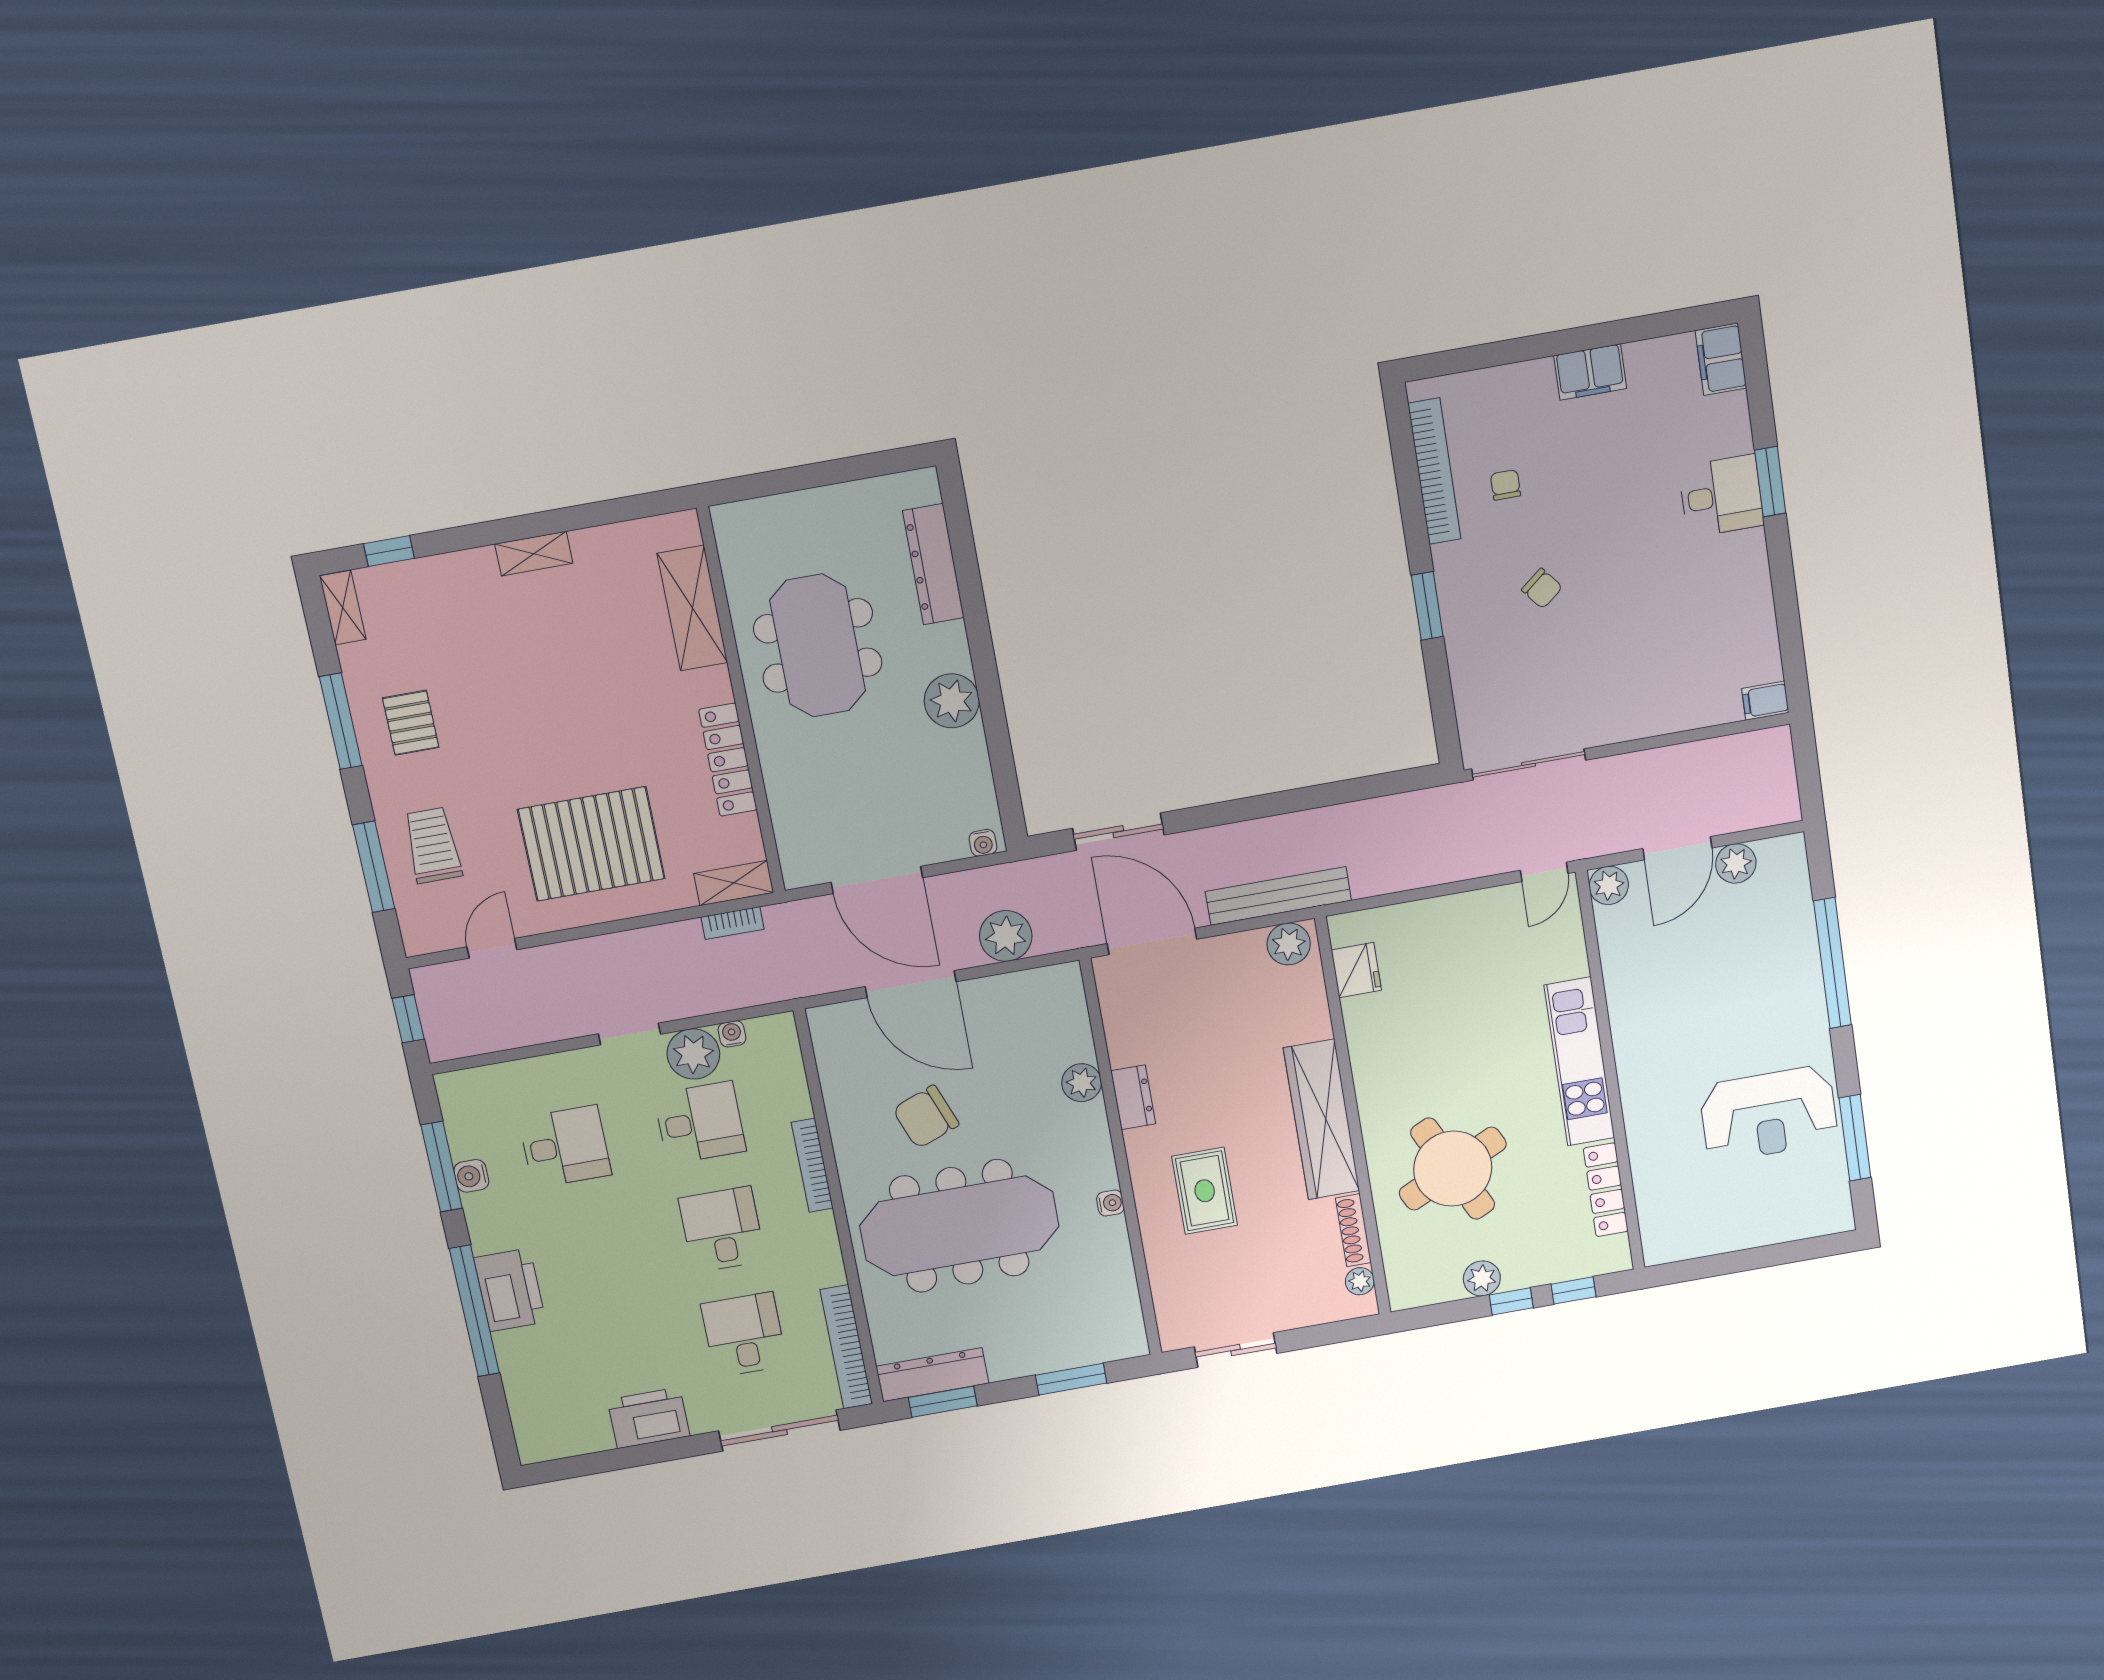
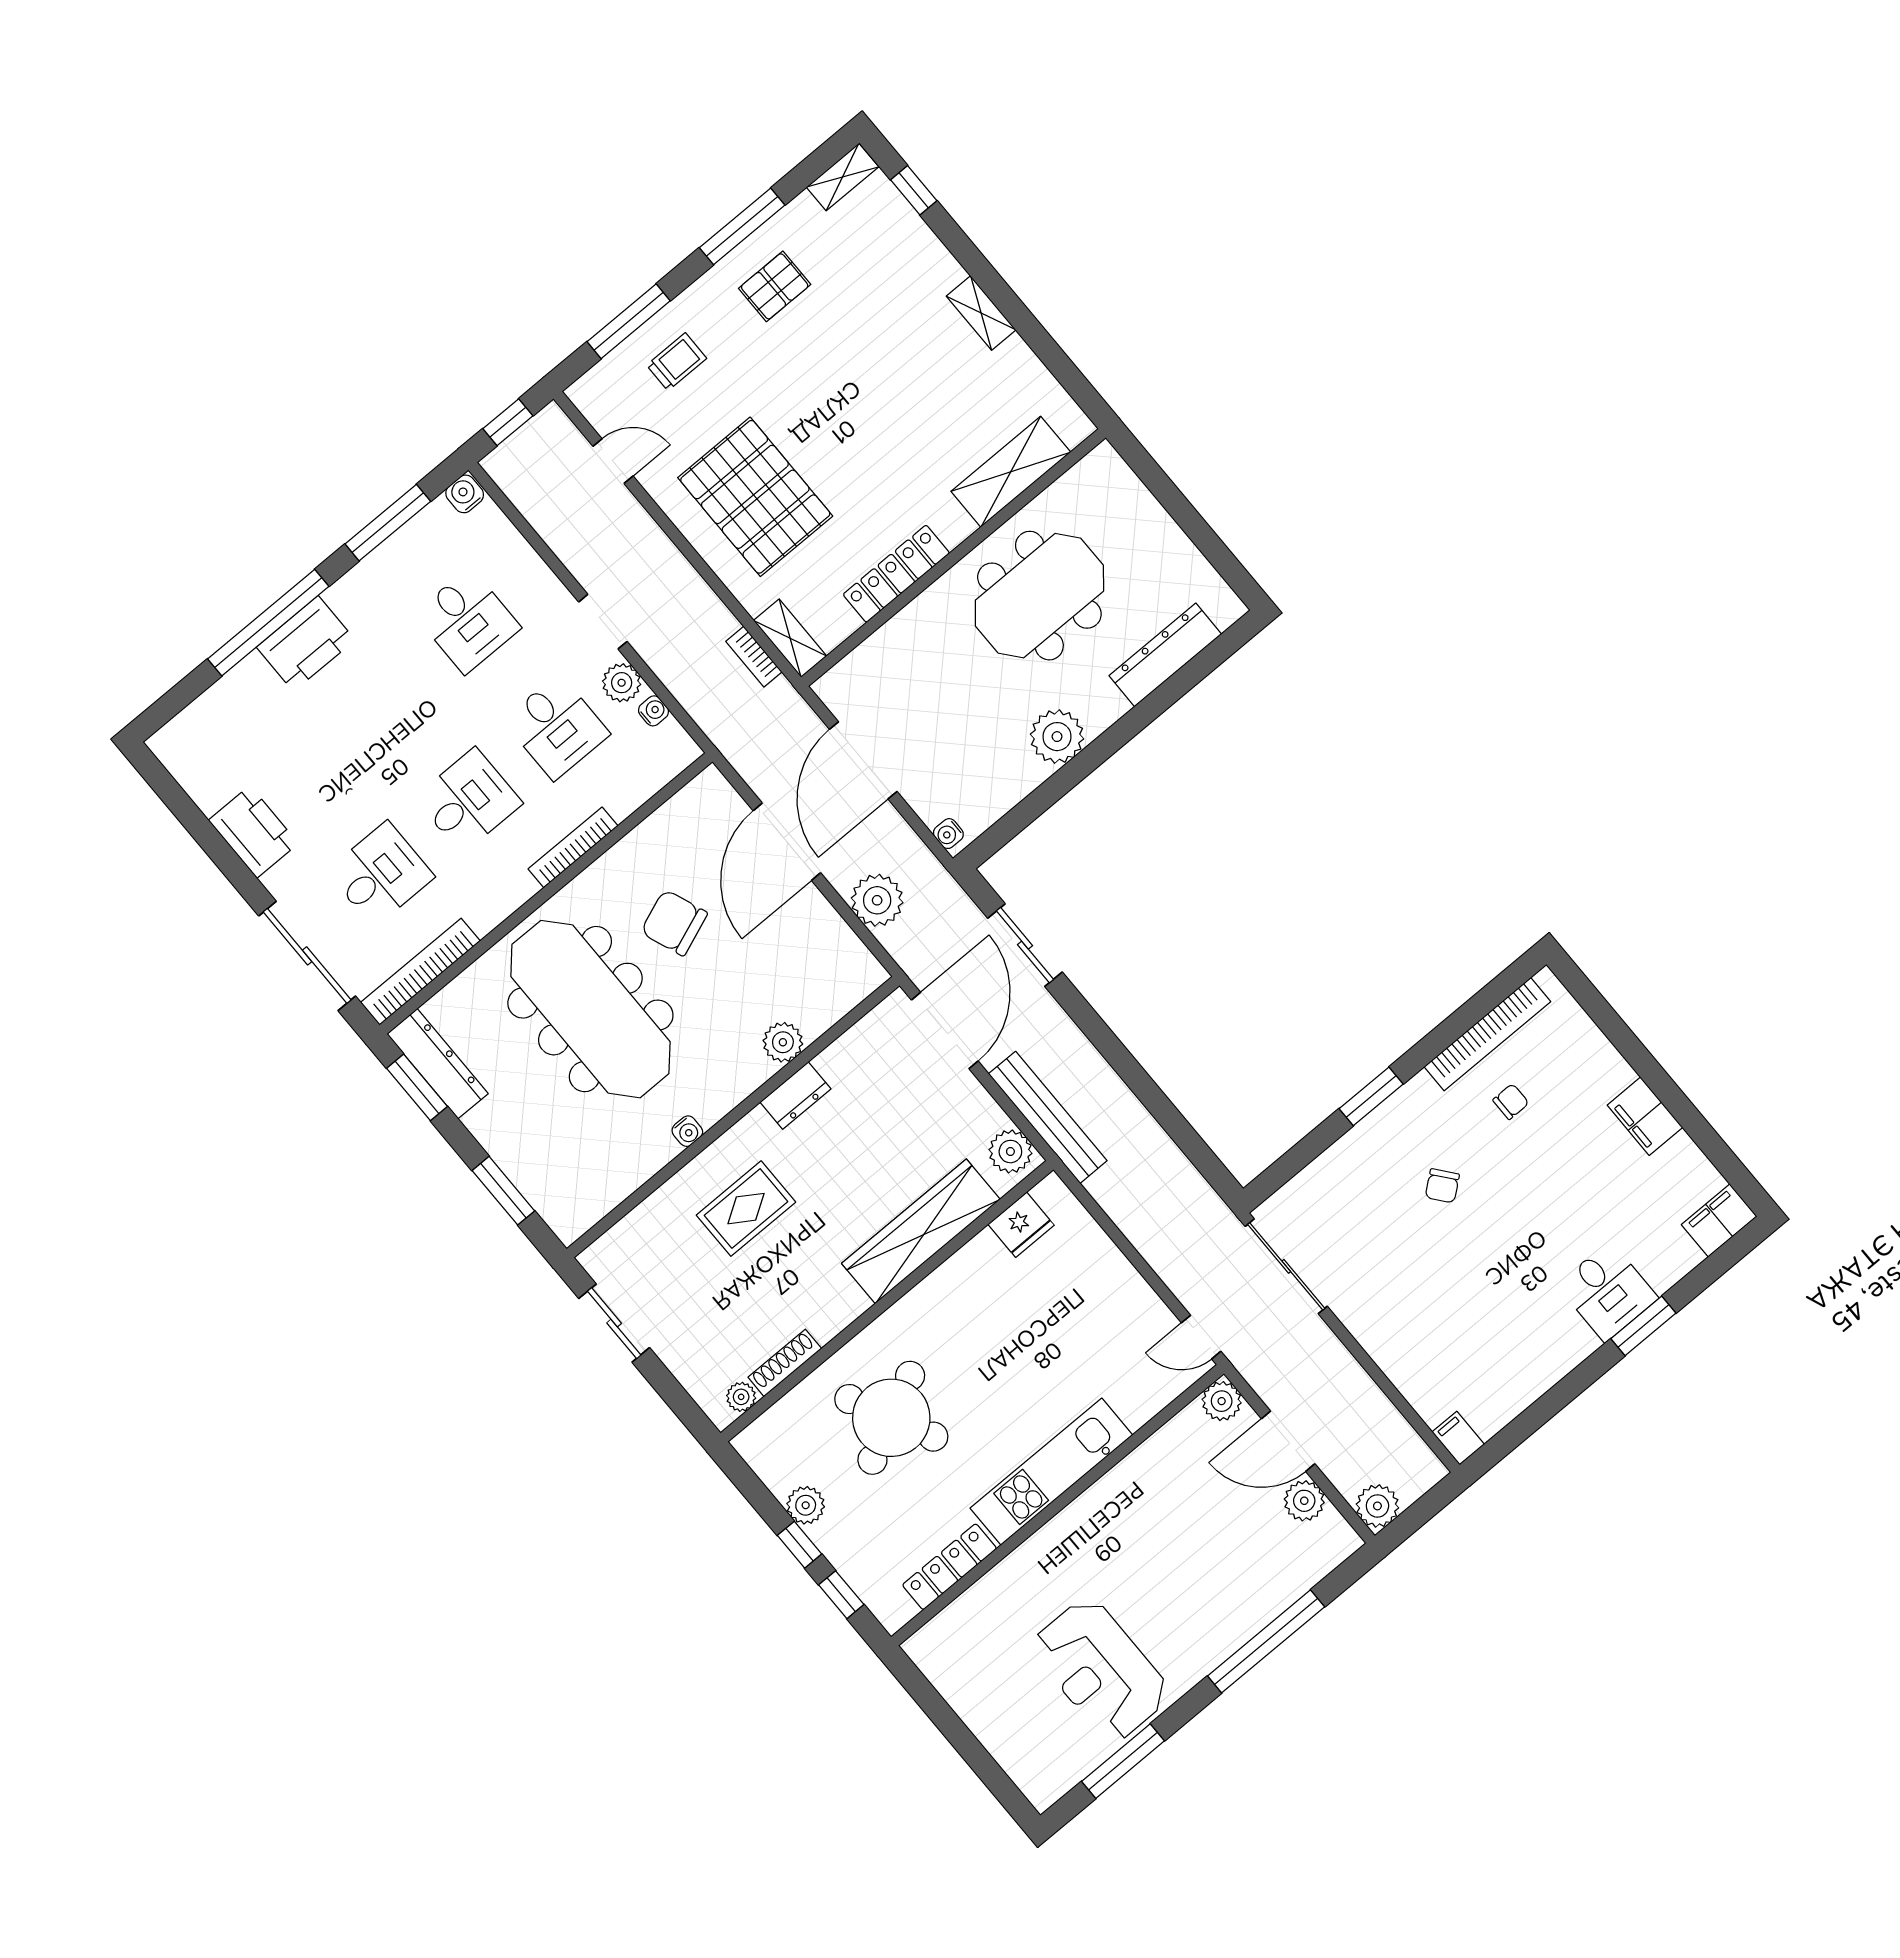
plant: (1779, 804) -> (1377, 1506), added
trolley: (433, 845) -> (677, 362), width x0.73, depth x0.72
plant: (693, 1054) -> (622, 683), width x0.73, depth x0.73
wardrobe: (1322, 1120) -> (921, 1231), moved
water cooler: (471, 1176) -> (465, 494), moved

